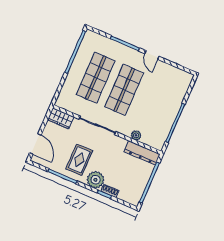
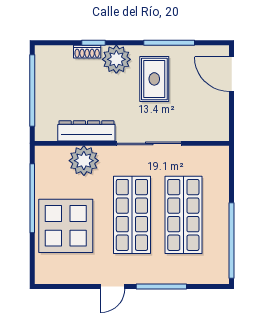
door: (152, 55) -> (113, 286), swing flipped
display table: (163, 100) -> (66, 226), added
wardrobe: (61, 118) -> (210, 130), removed
plant: (136, 135) -> (84, 161), width x1.87, depth x1.87
dresser: (142, 153) -> (86, 131), moved

